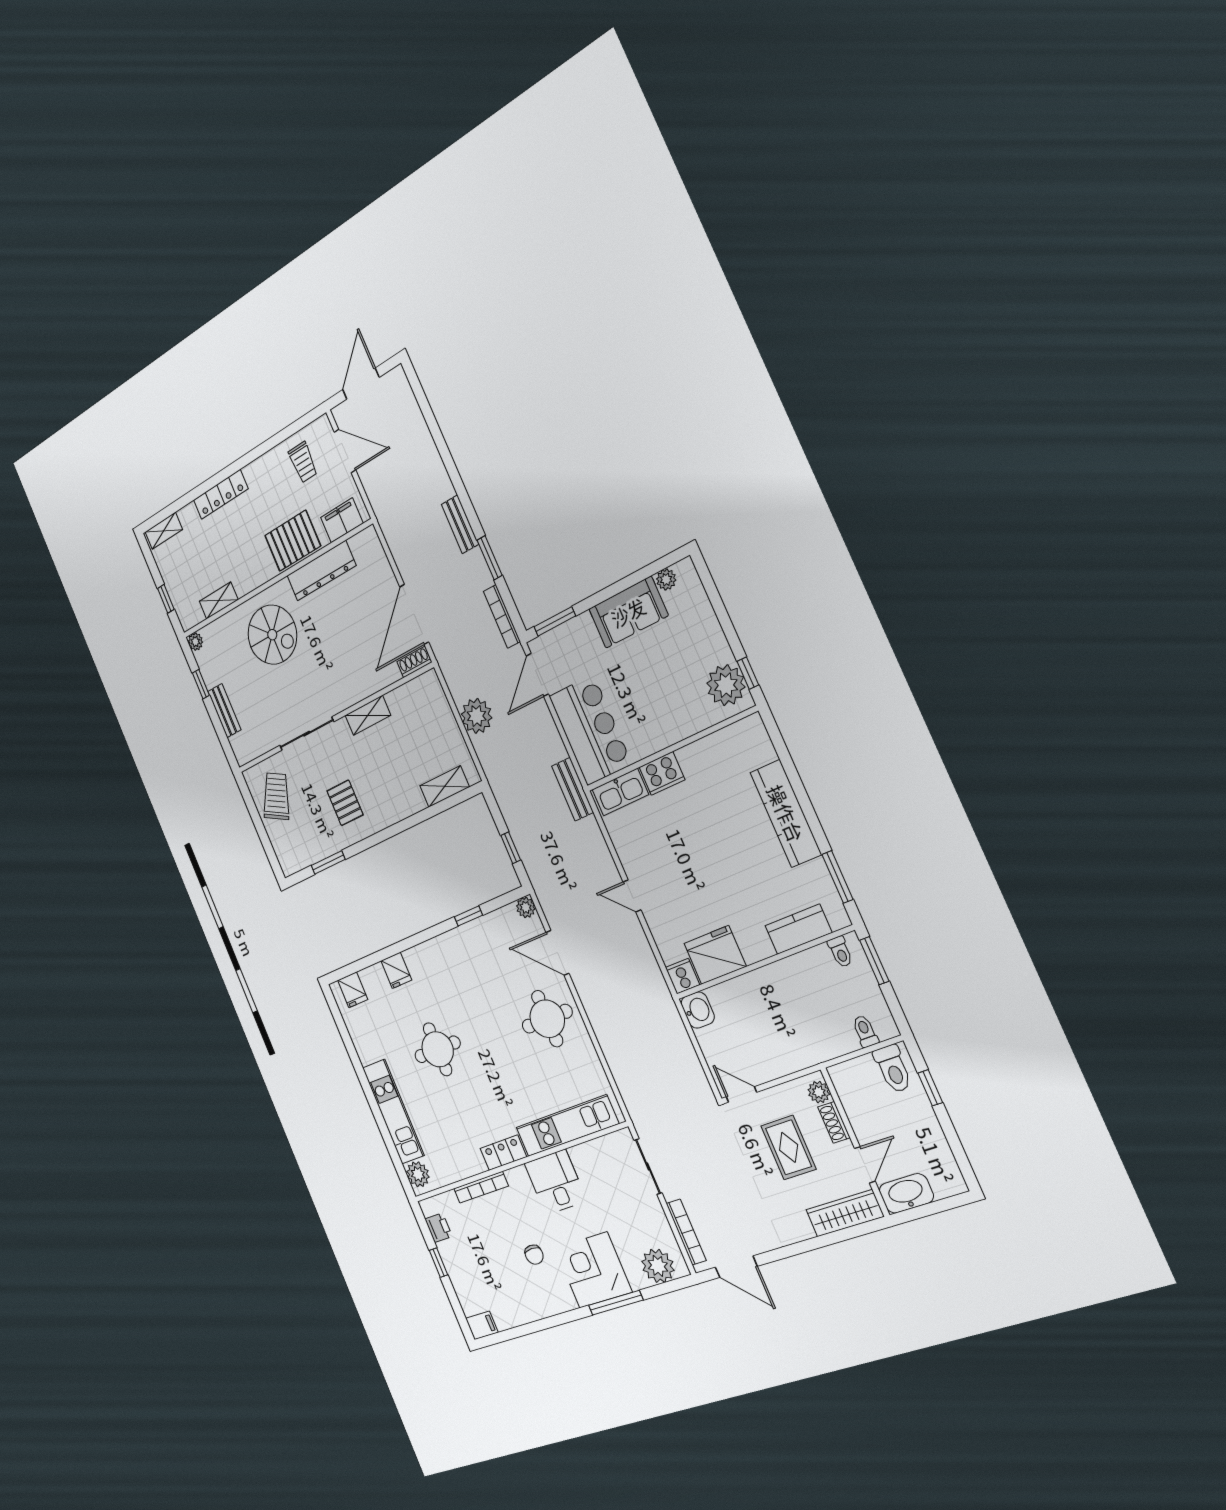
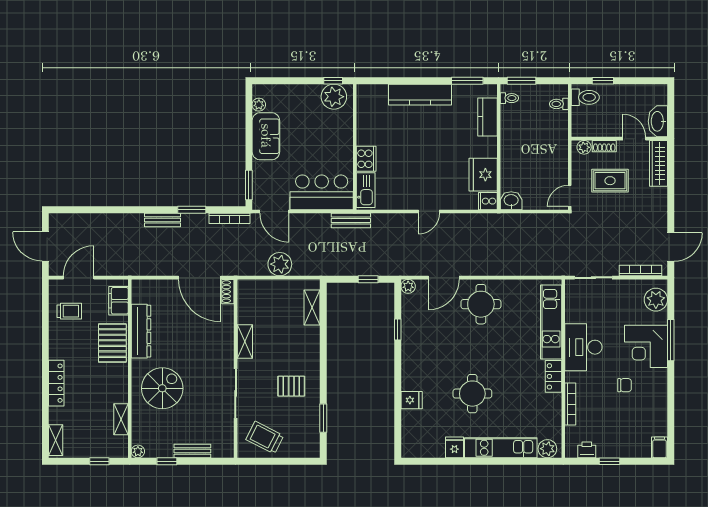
fridge: (353, 990) -> (454, 447), moved, turned -90
desk: (556, 1182) -> (583, 347), width x1.37

